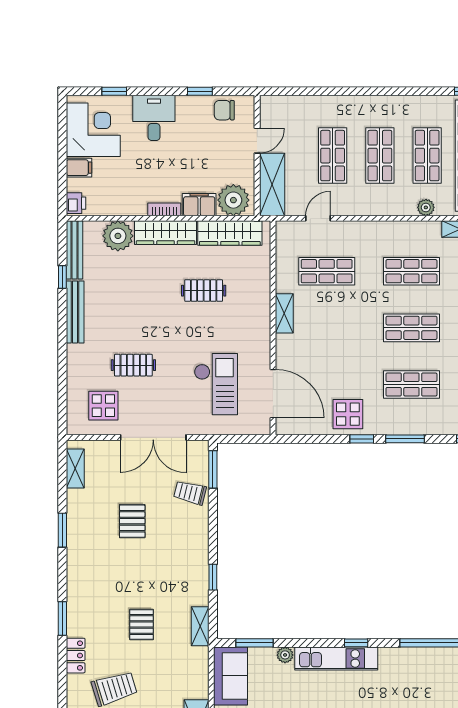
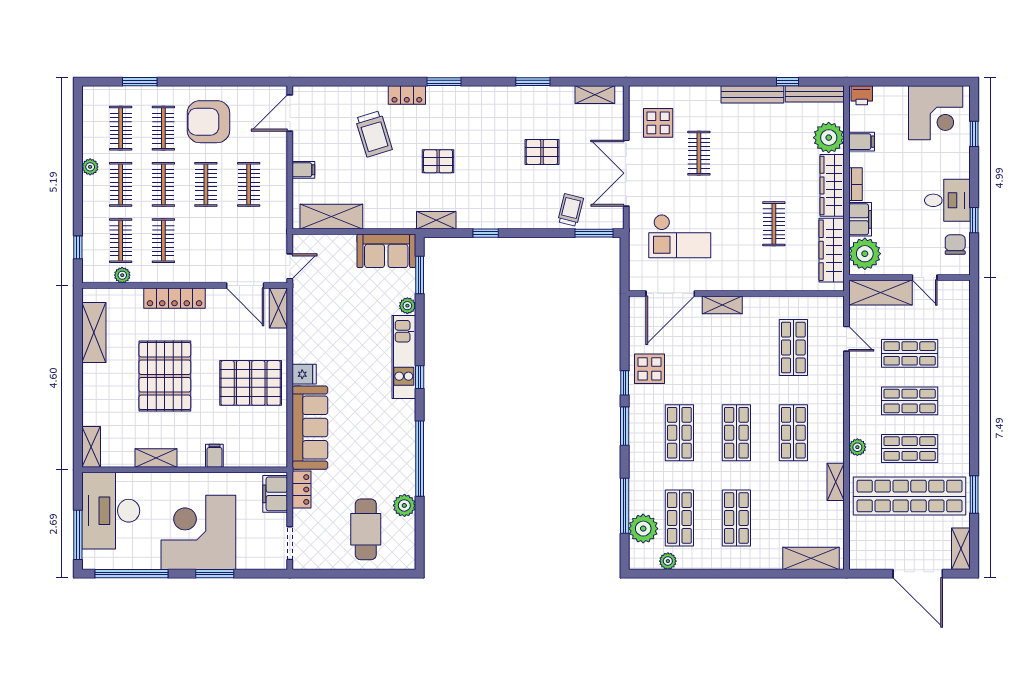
desk: (154, 118) -> (947, 200), moved
filing cabinet: (79, 168) -> (862, 142), moved, turned -90
shelving: (284, 313) -> (722, 305), moved

